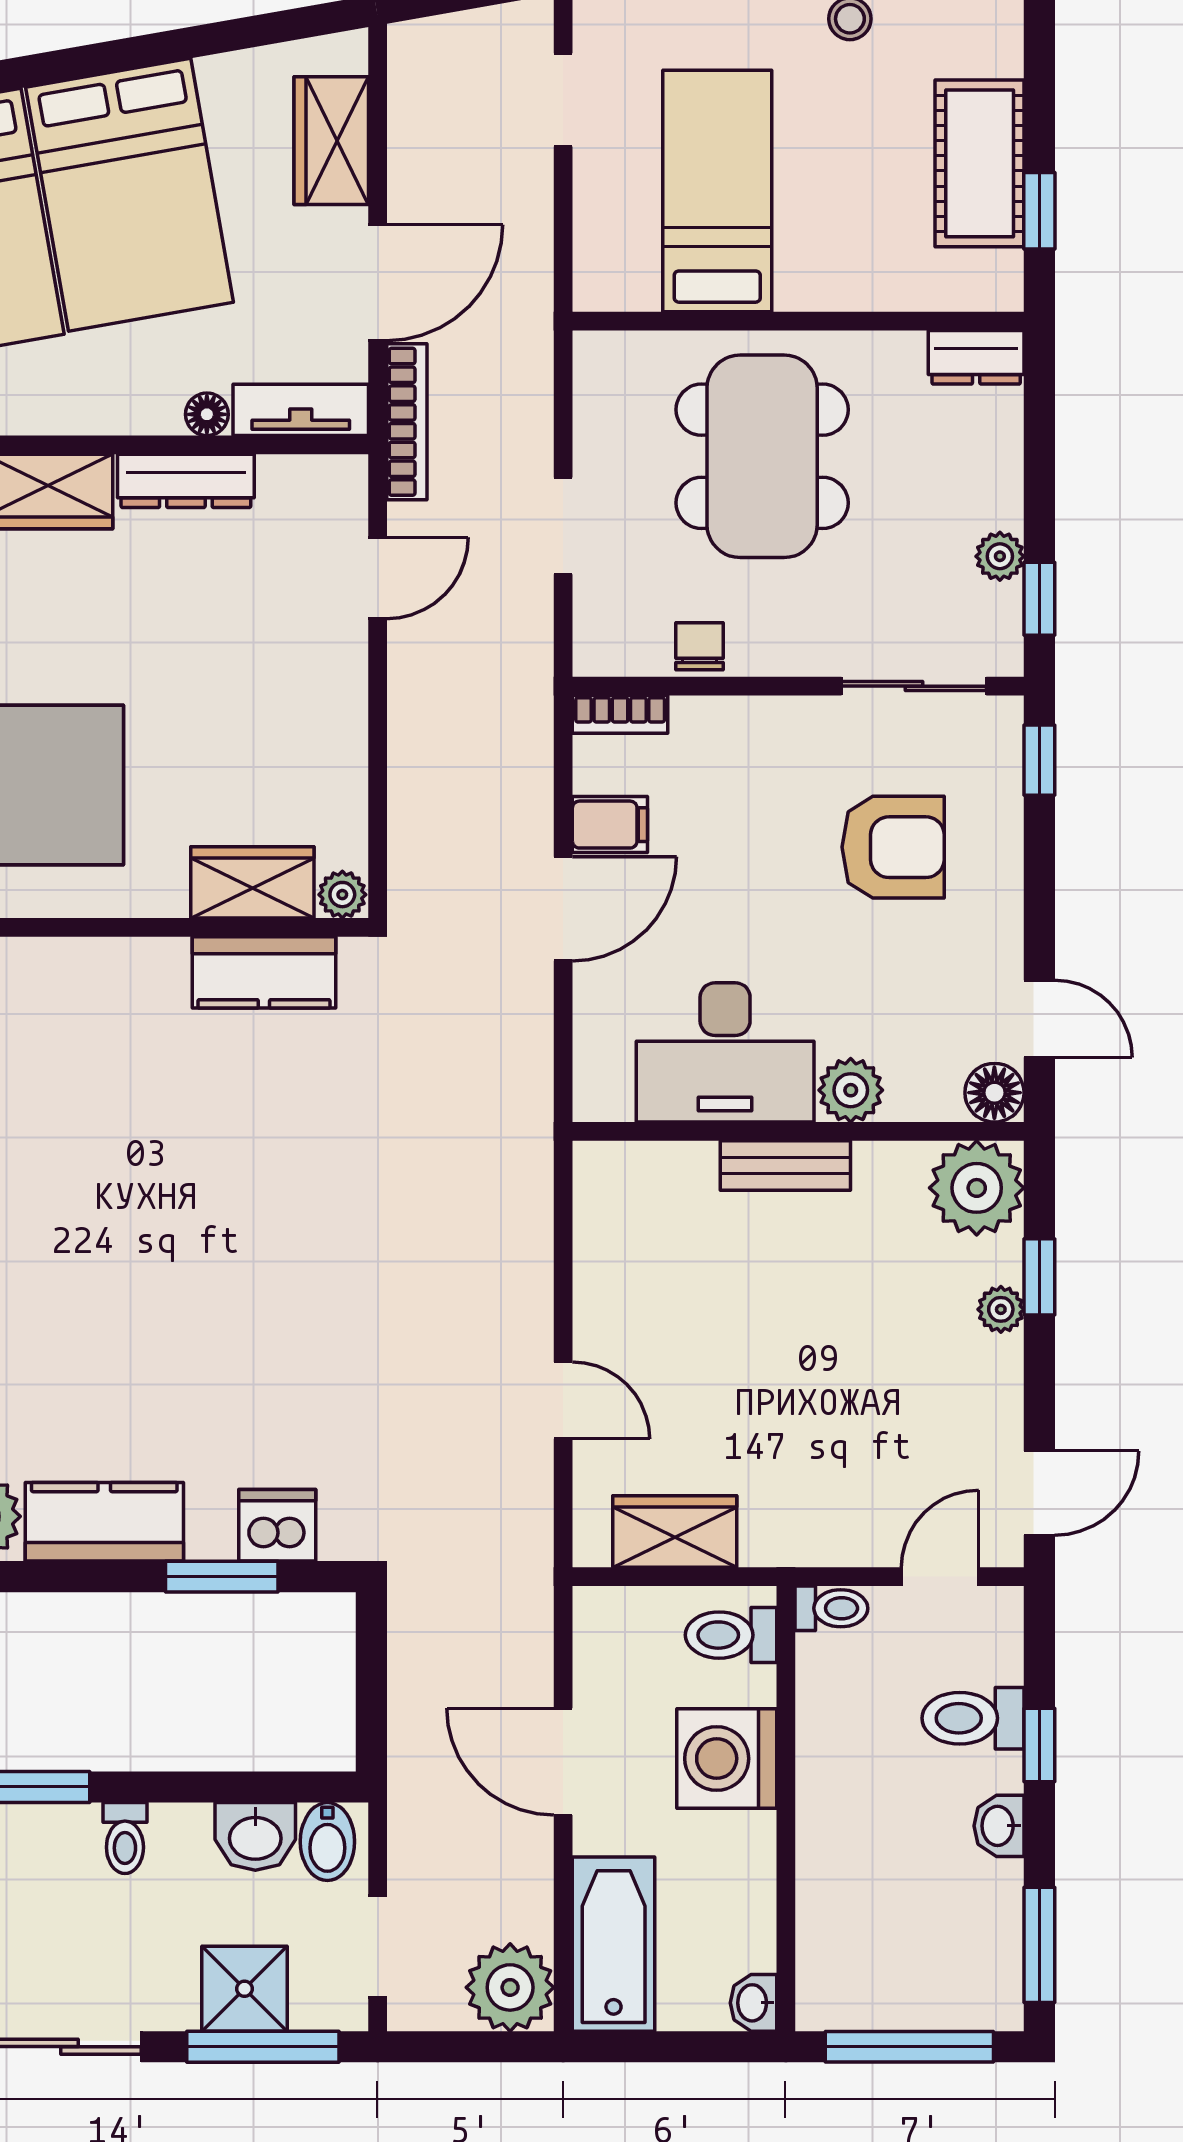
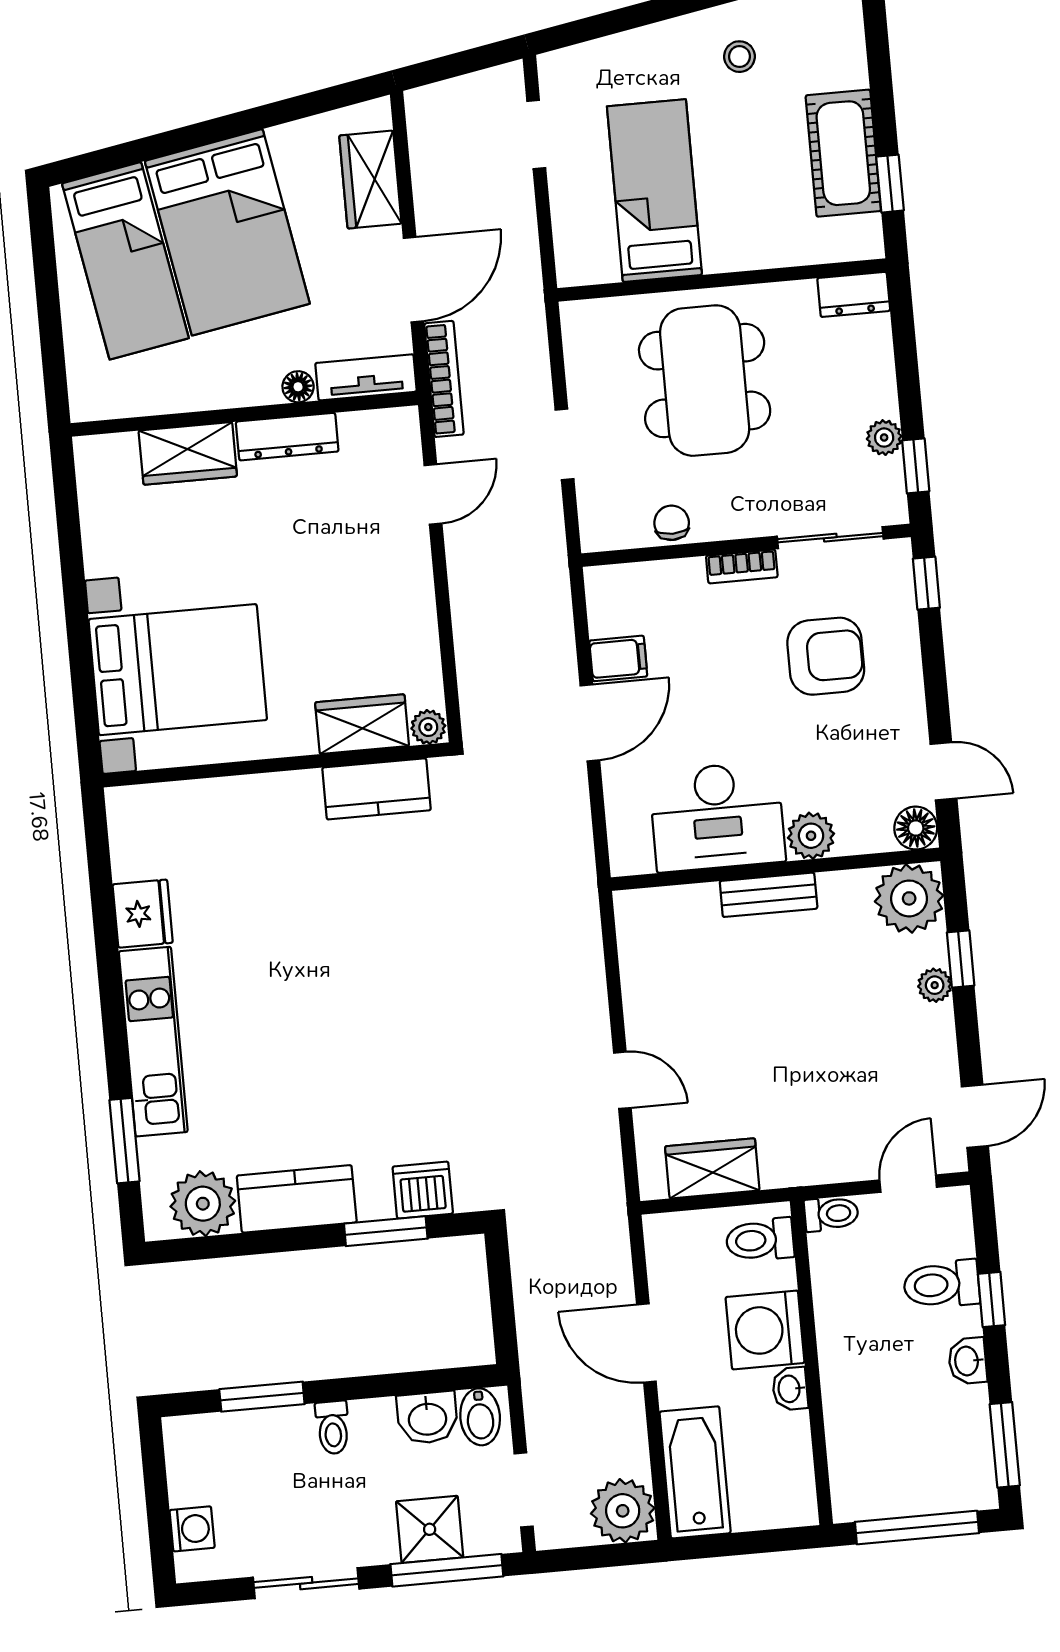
bookcase: (620, 714) -> (742, 566), moved
washbasin: (754, 2003) -> (790, 1389), moved

